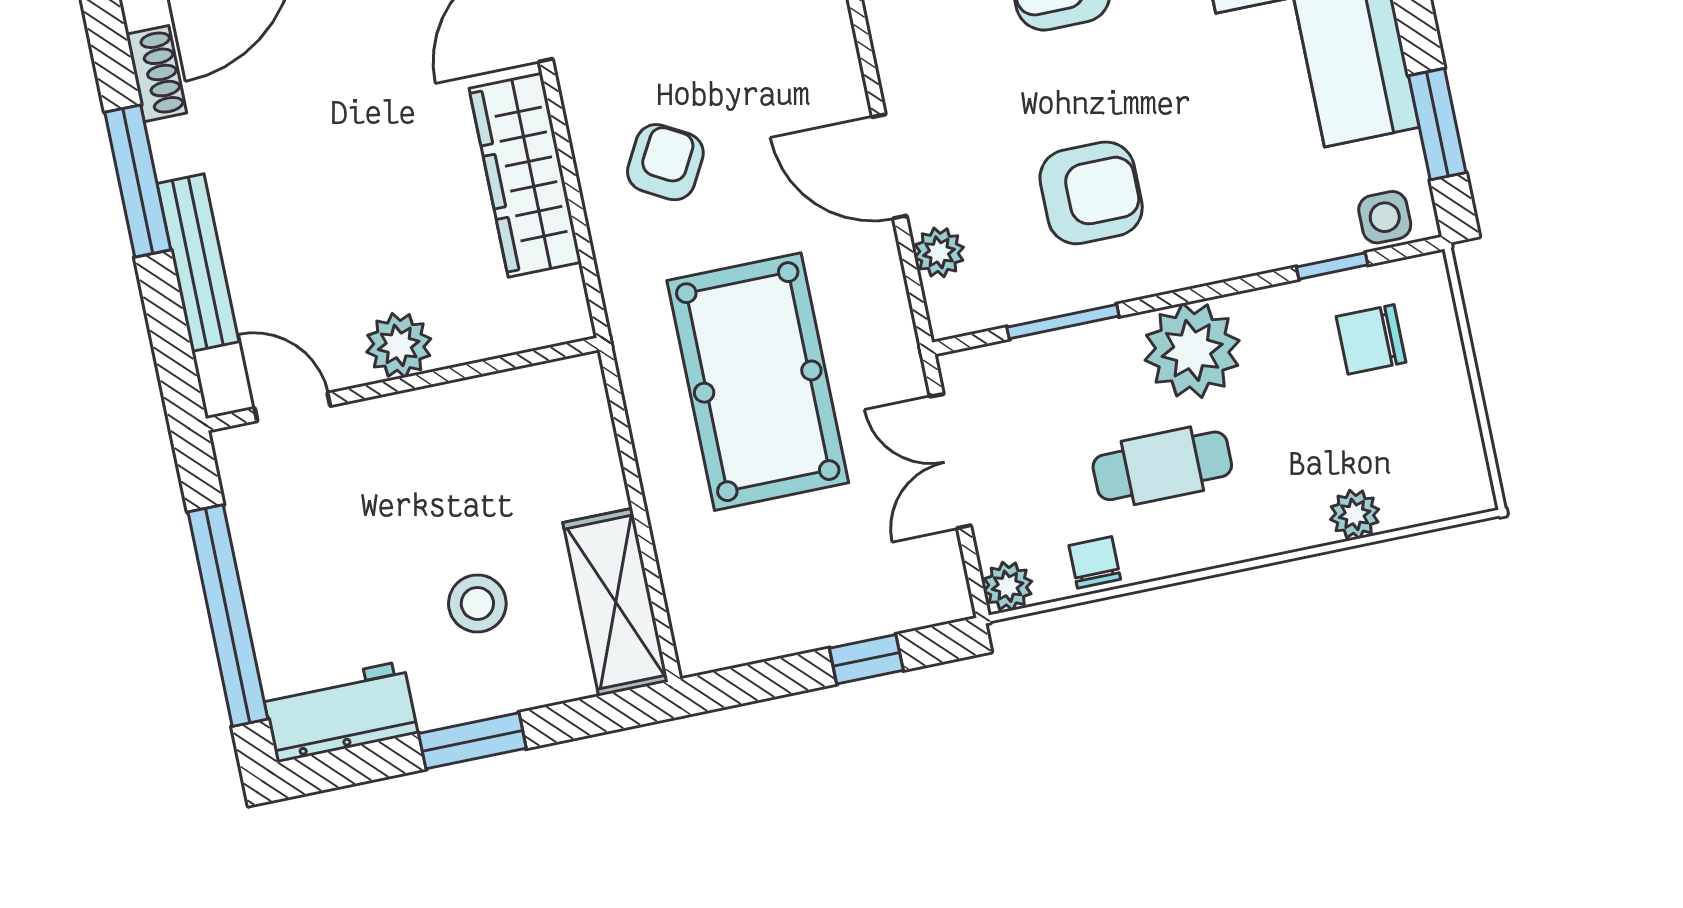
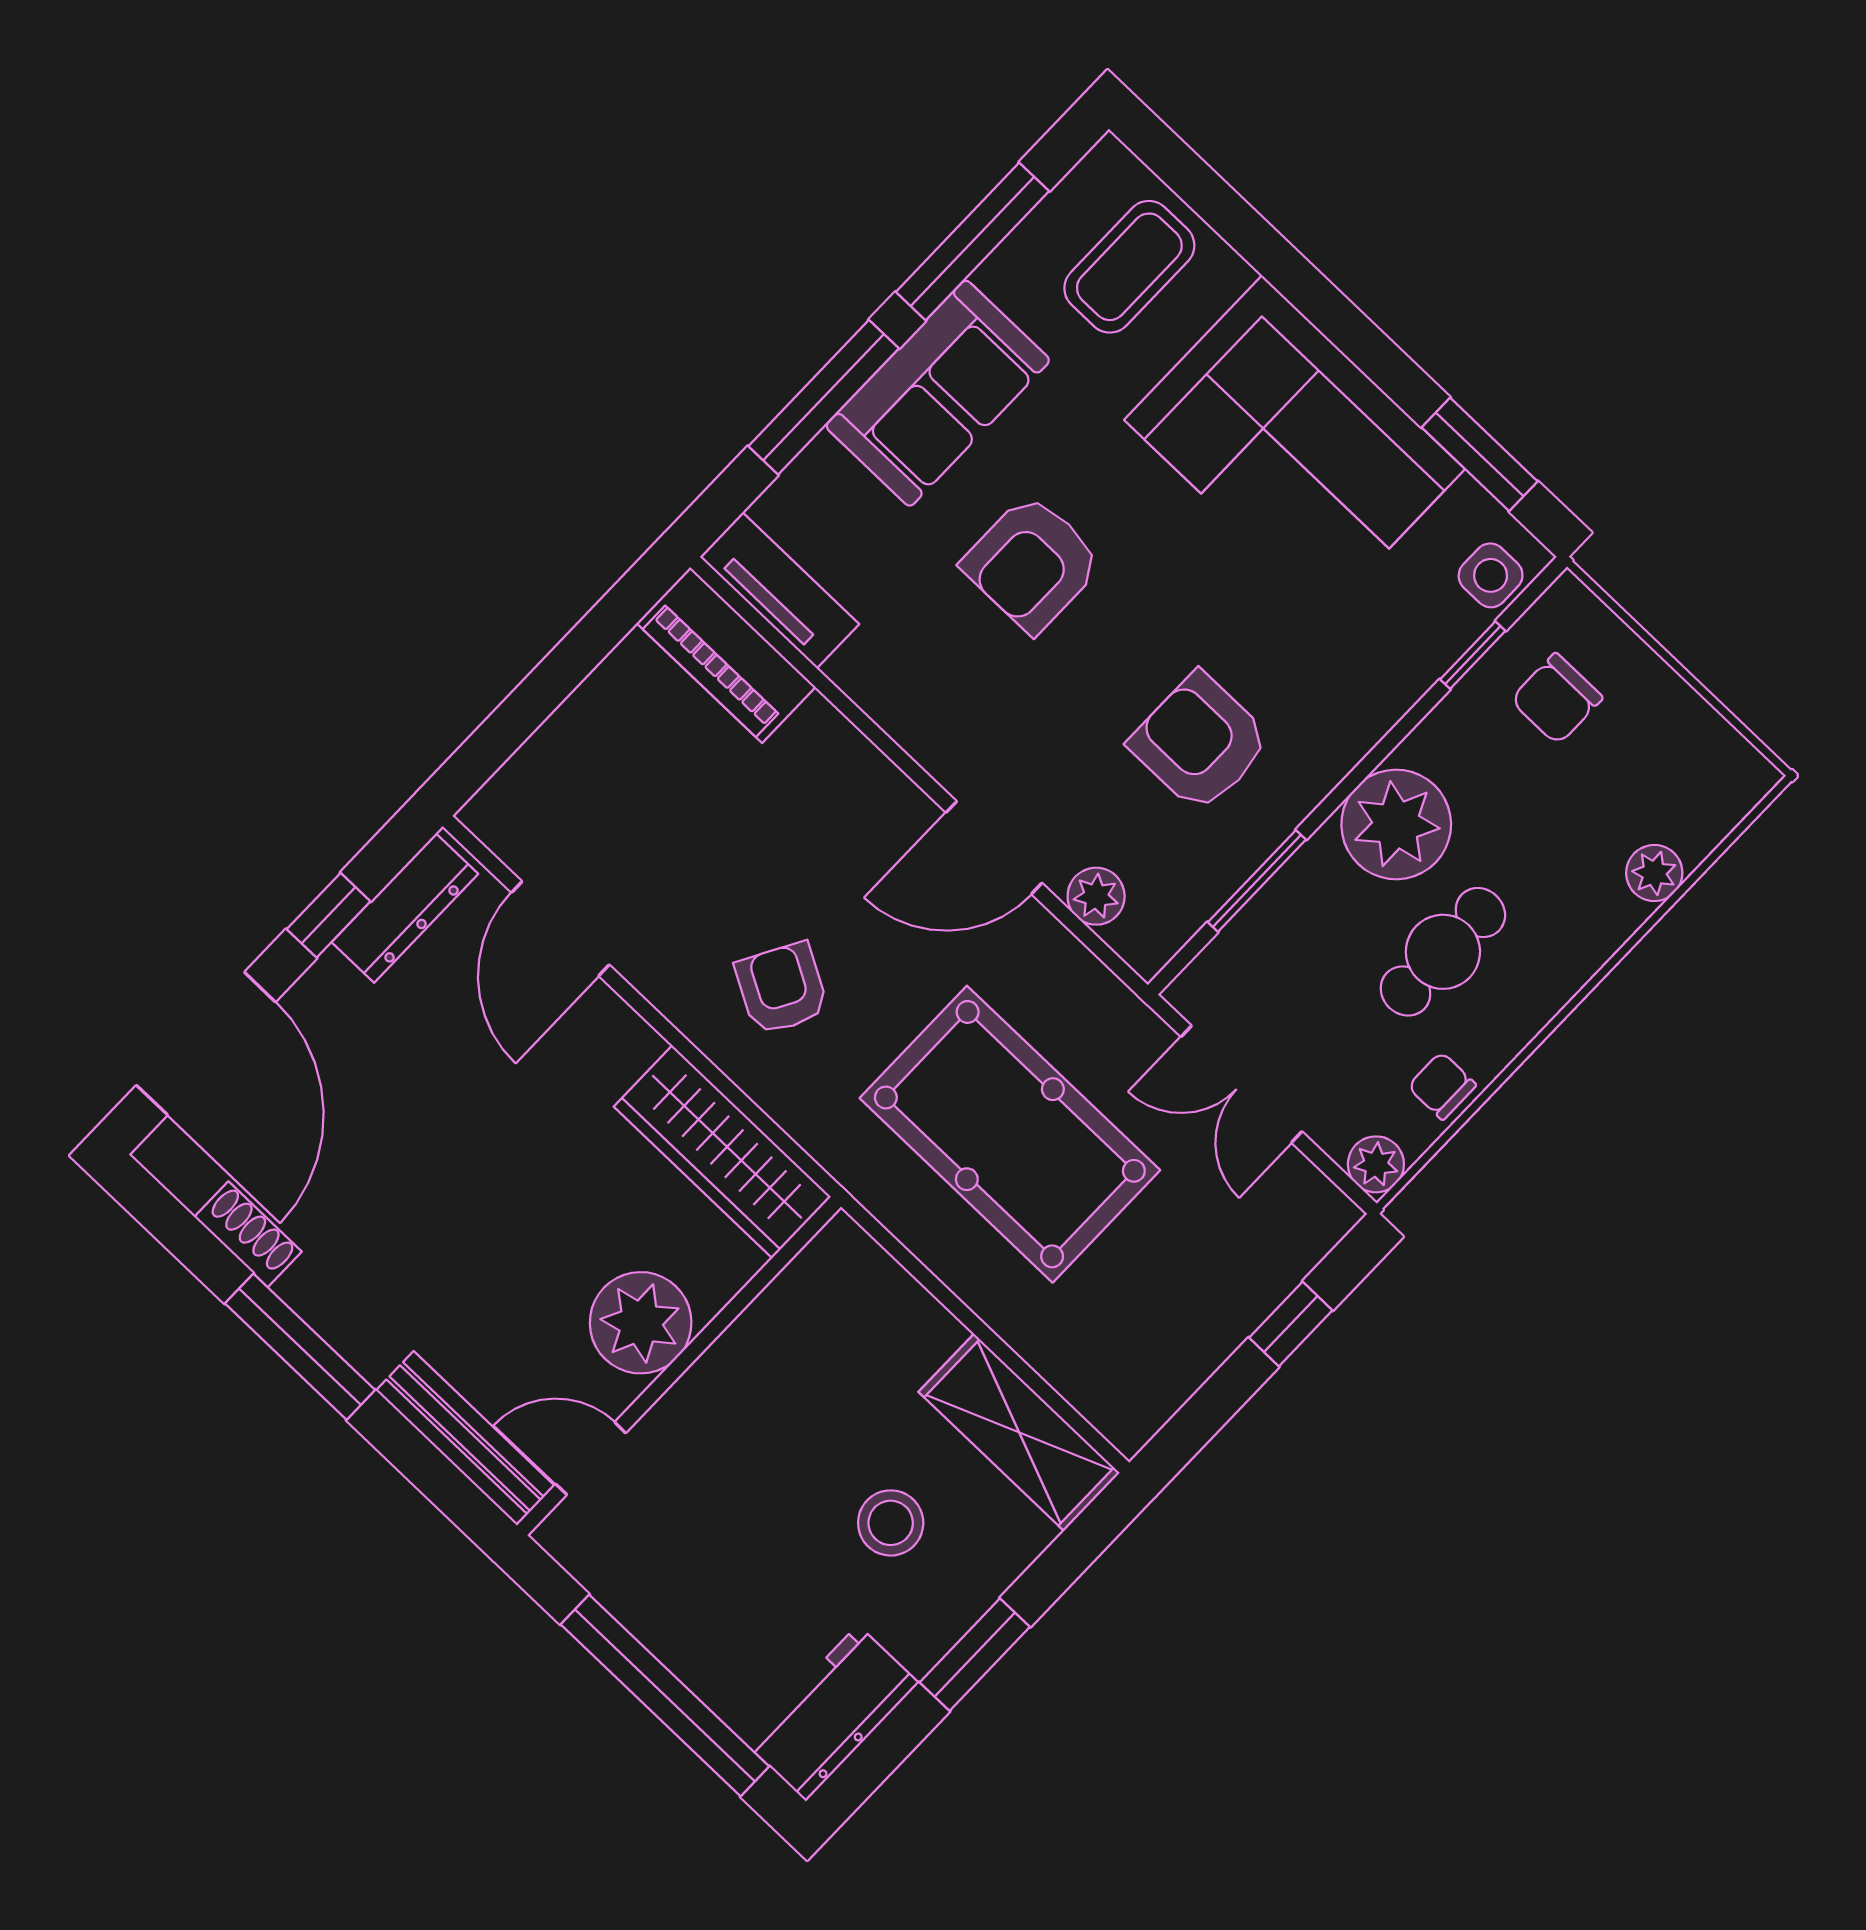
wardrobe: (525, 175) -> (722, 1152), moved
armchair: (1091, 193) -> (1200, 742), turned -90
bench: (198, 263) -> (465, 1438), moved
plant: (399, 345) -> (641, 1323), width x1.36, depth x1.36

